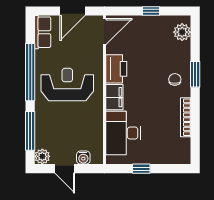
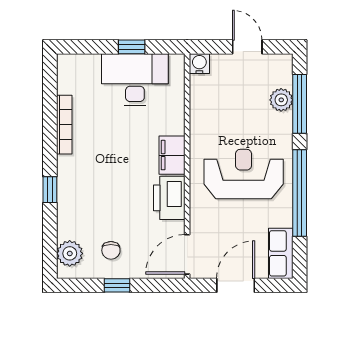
window: (195, 74) -> (50, 190), width x0.67
chair: (175, 79) -> (111, 250), moved
reception desk: (67, 85) -> (244, 174), turned 180
desk: (123, 133) -> (135, 80), moved, turned -90
plant: (42, 156) -> (281, 100), moved
water cooler: (83, 158) -> (199, 64), moved

